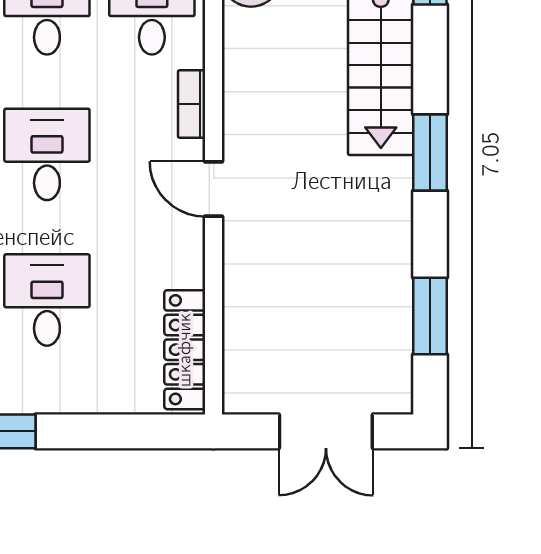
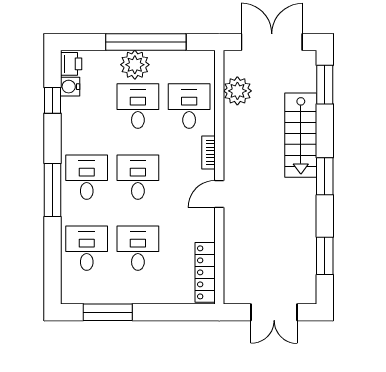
door: (214, 189) -> (219, 194), hinge flipped

